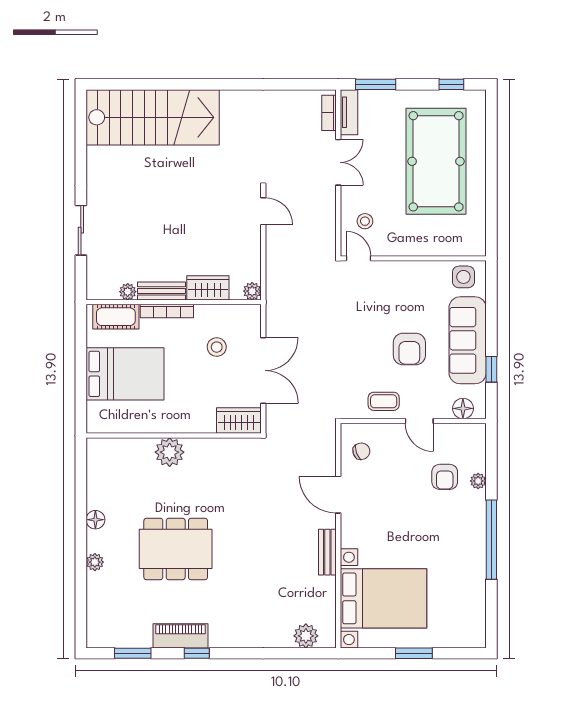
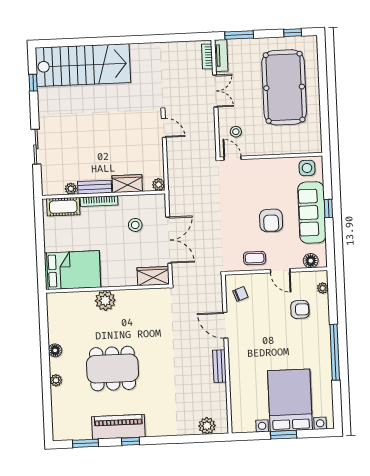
window: (81, 139) -> (33, 83), added
window: (491, 369) -> (328, 208), moved
bed: (125, 374) -> (72, 270), moved
armchair: (445, 477) -> (300, 309), turned -90
plant: (478, 481) -> (323, 288), moved
bed with nightstands: (383, 598) -> (290, 400), moved, turned -90
piano: (180, 636) -> (118, 427), width x1.37, depth x1.33

